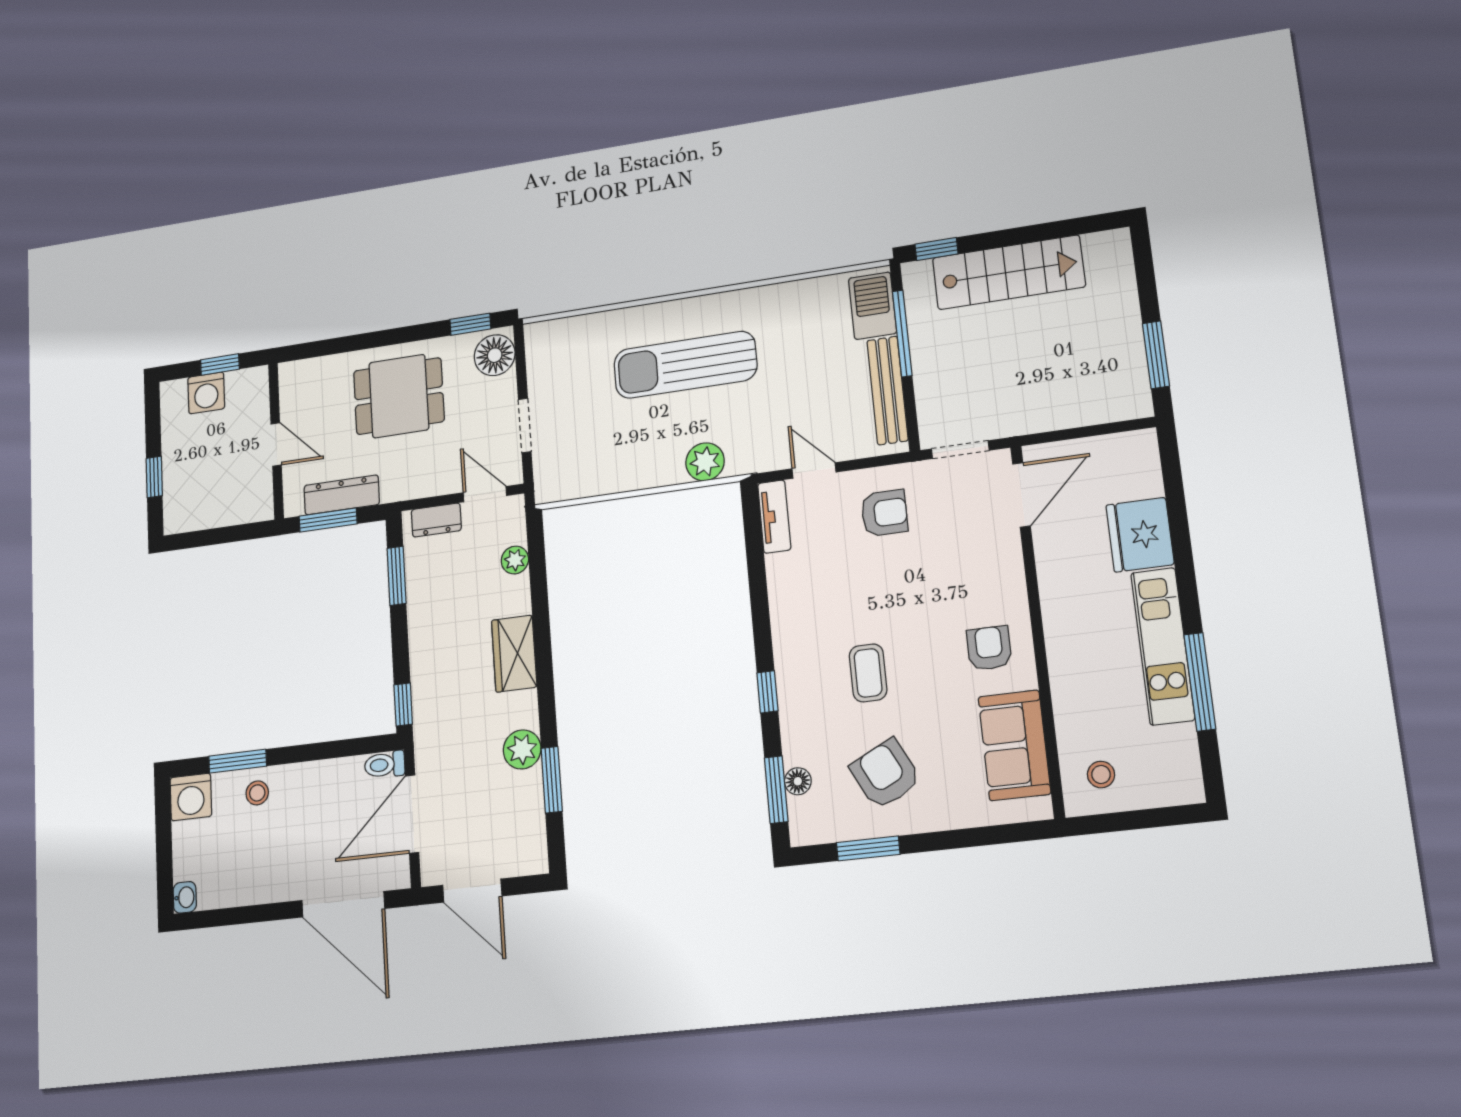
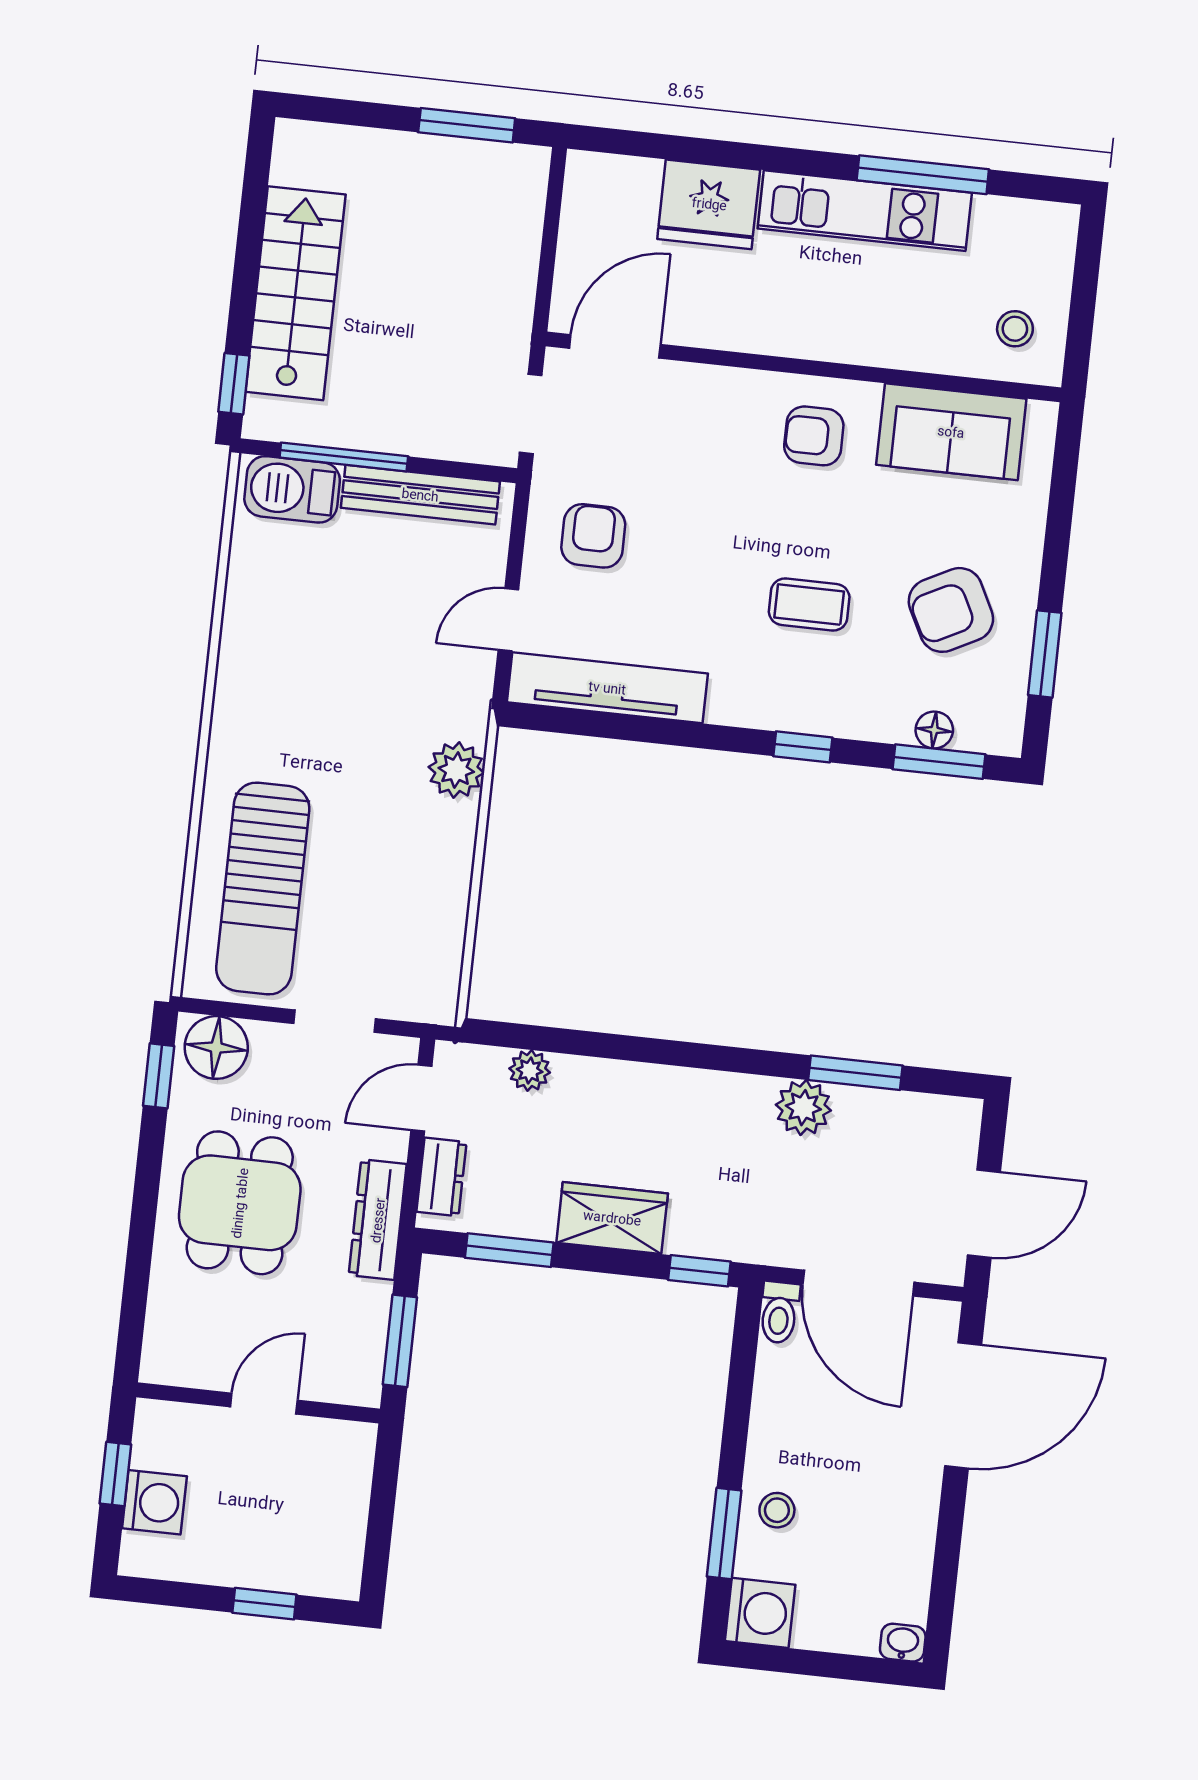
sun lounger: (685, 365) -> (263, 888), moved
dresser: (342, 495) -> (378, 1220), moved
door: (1021, 495) -> (615, 346), hinge flipped
tv unit: (774, 517) -> (607, 688), width x1.92, depth x1.29
wardrobe: (514, 654) -> (612, 1218), moved, turned 180

